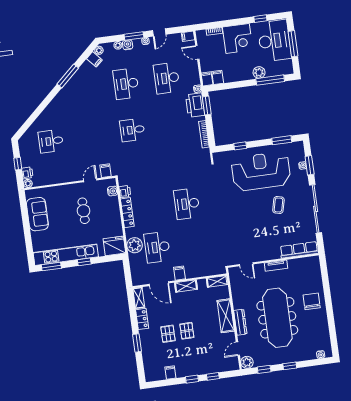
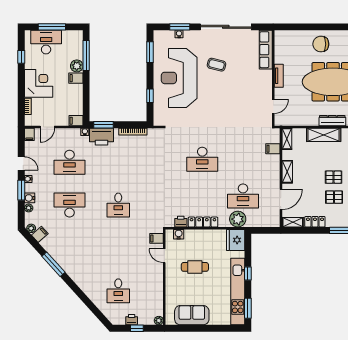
desk: (274, 41) -> (46, 42), width x0.73, depth x0.77
filing cabinet: (218, 77) -> (76, 78), moved
desk: (126, 84) -> (69, 205), turned 180
printer: (27, 173) -> (132, 320), moved
filing cabinet: (179, 273) -> (273, 149), moved

